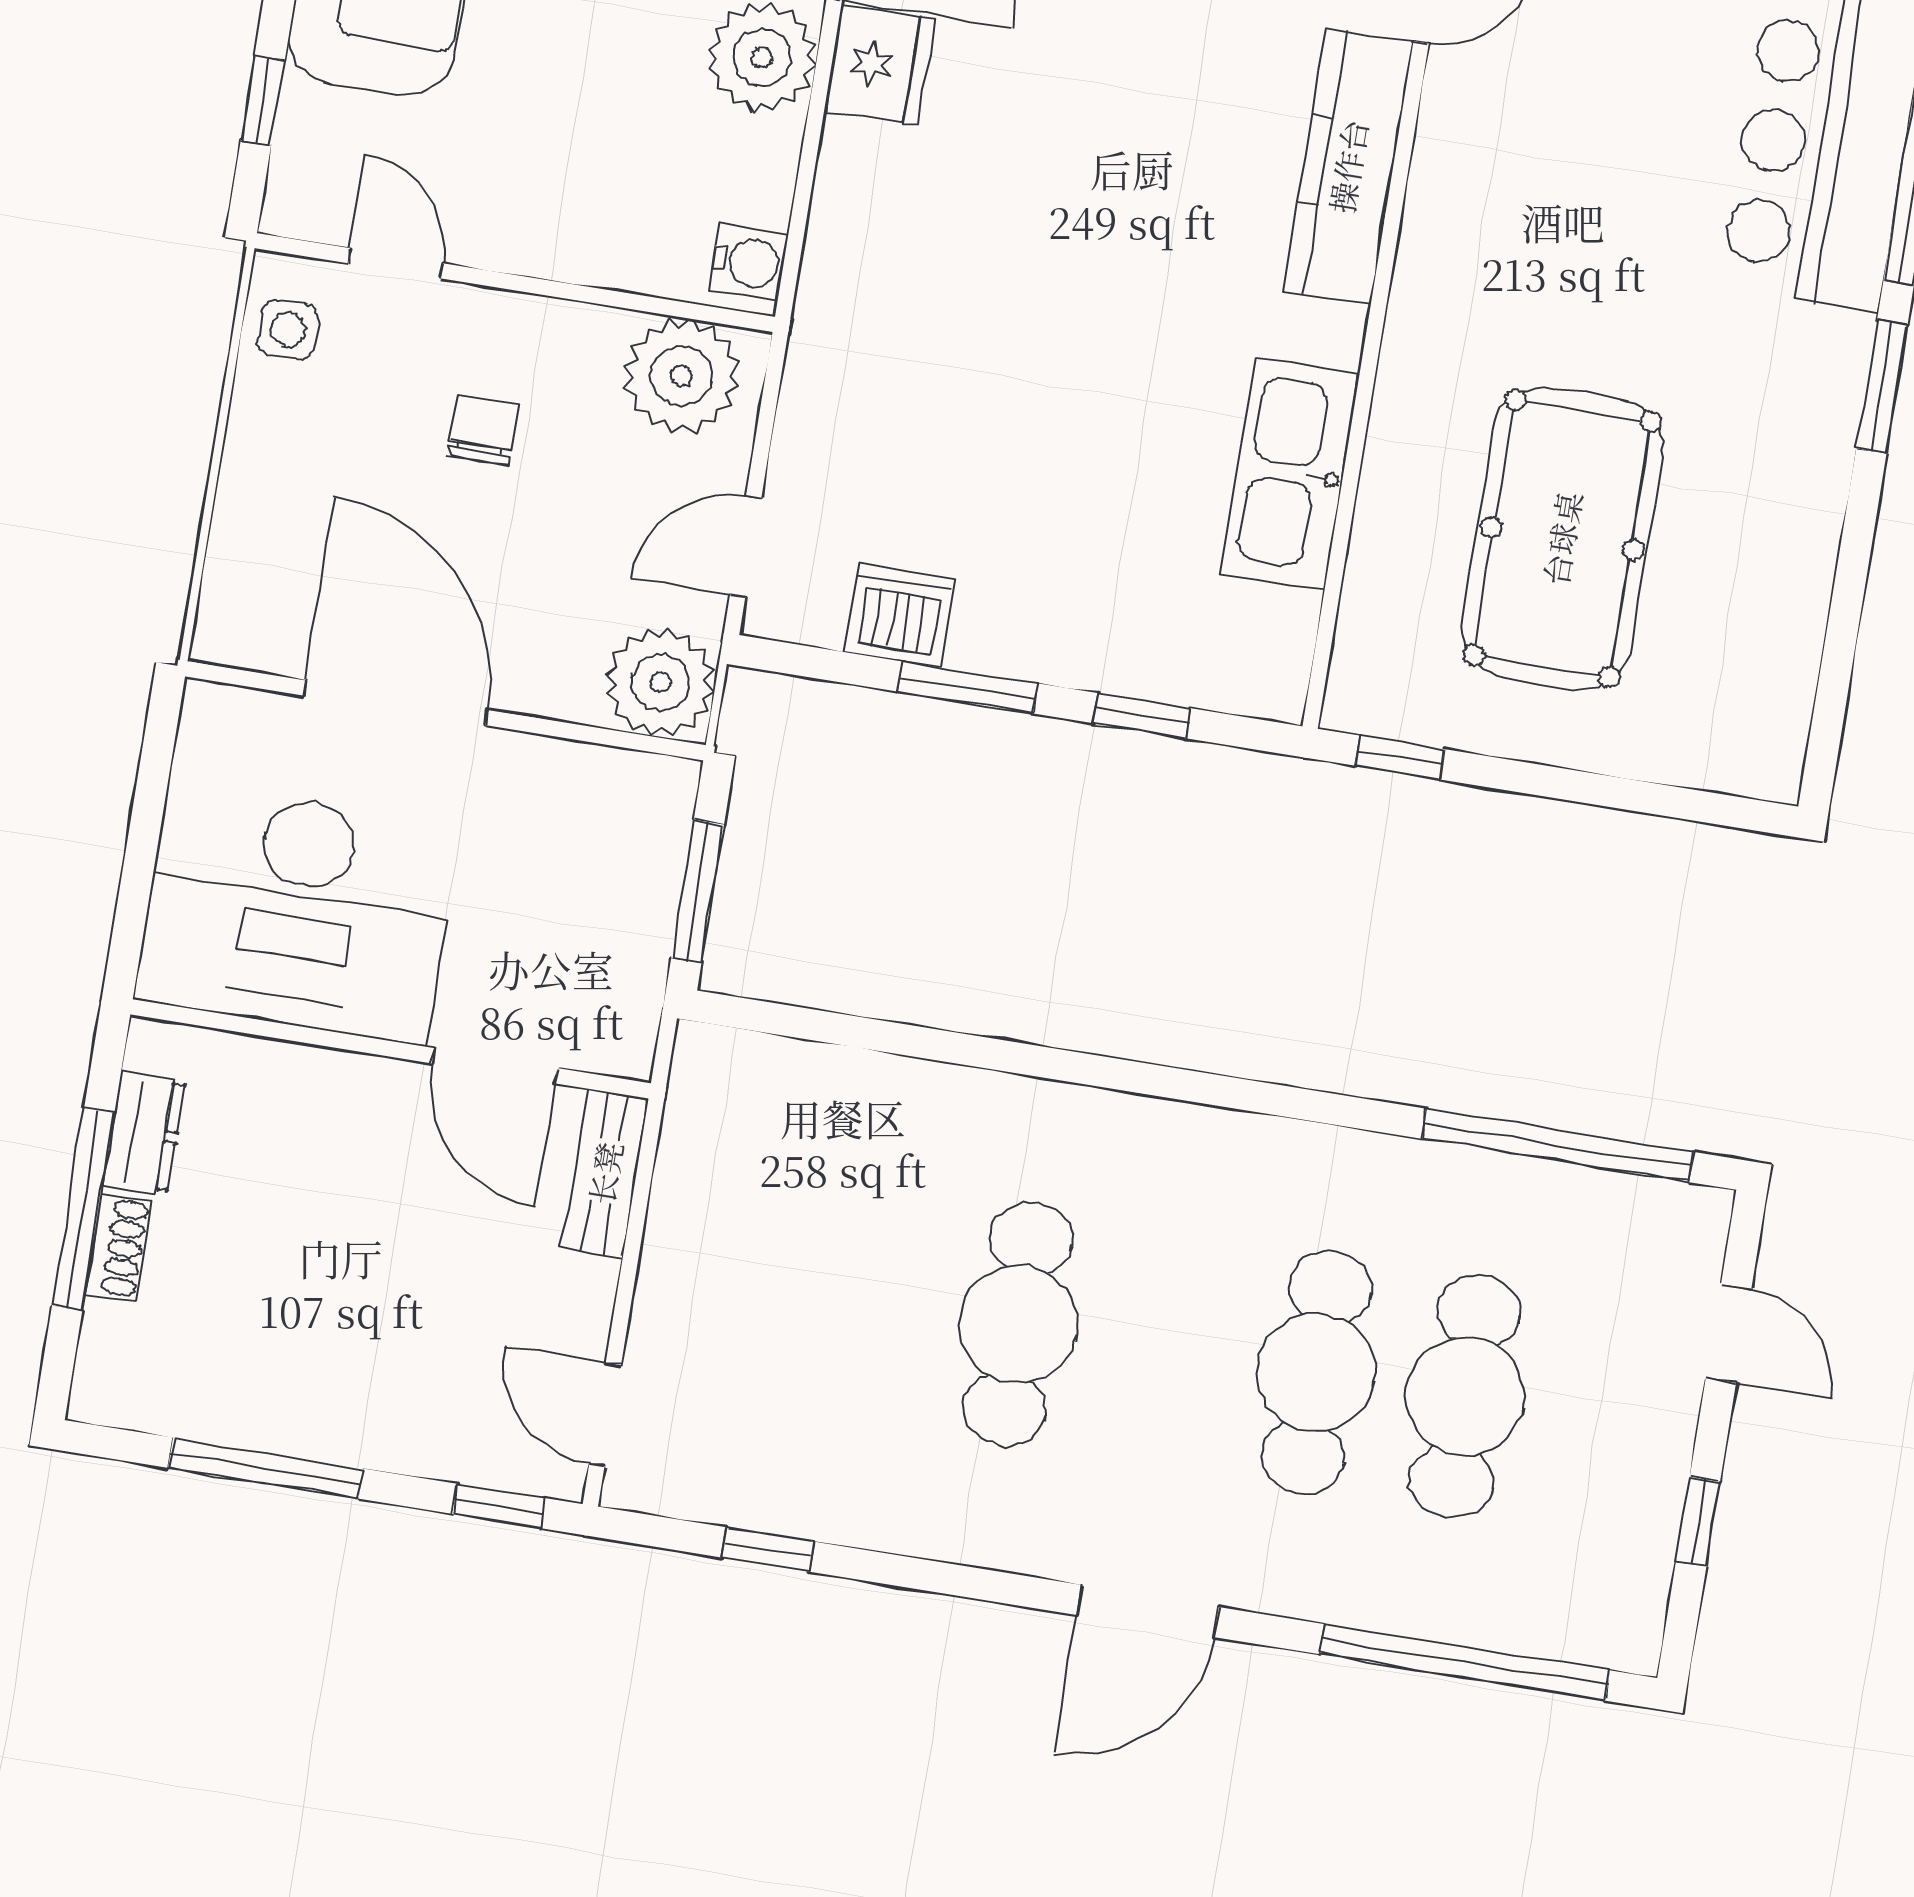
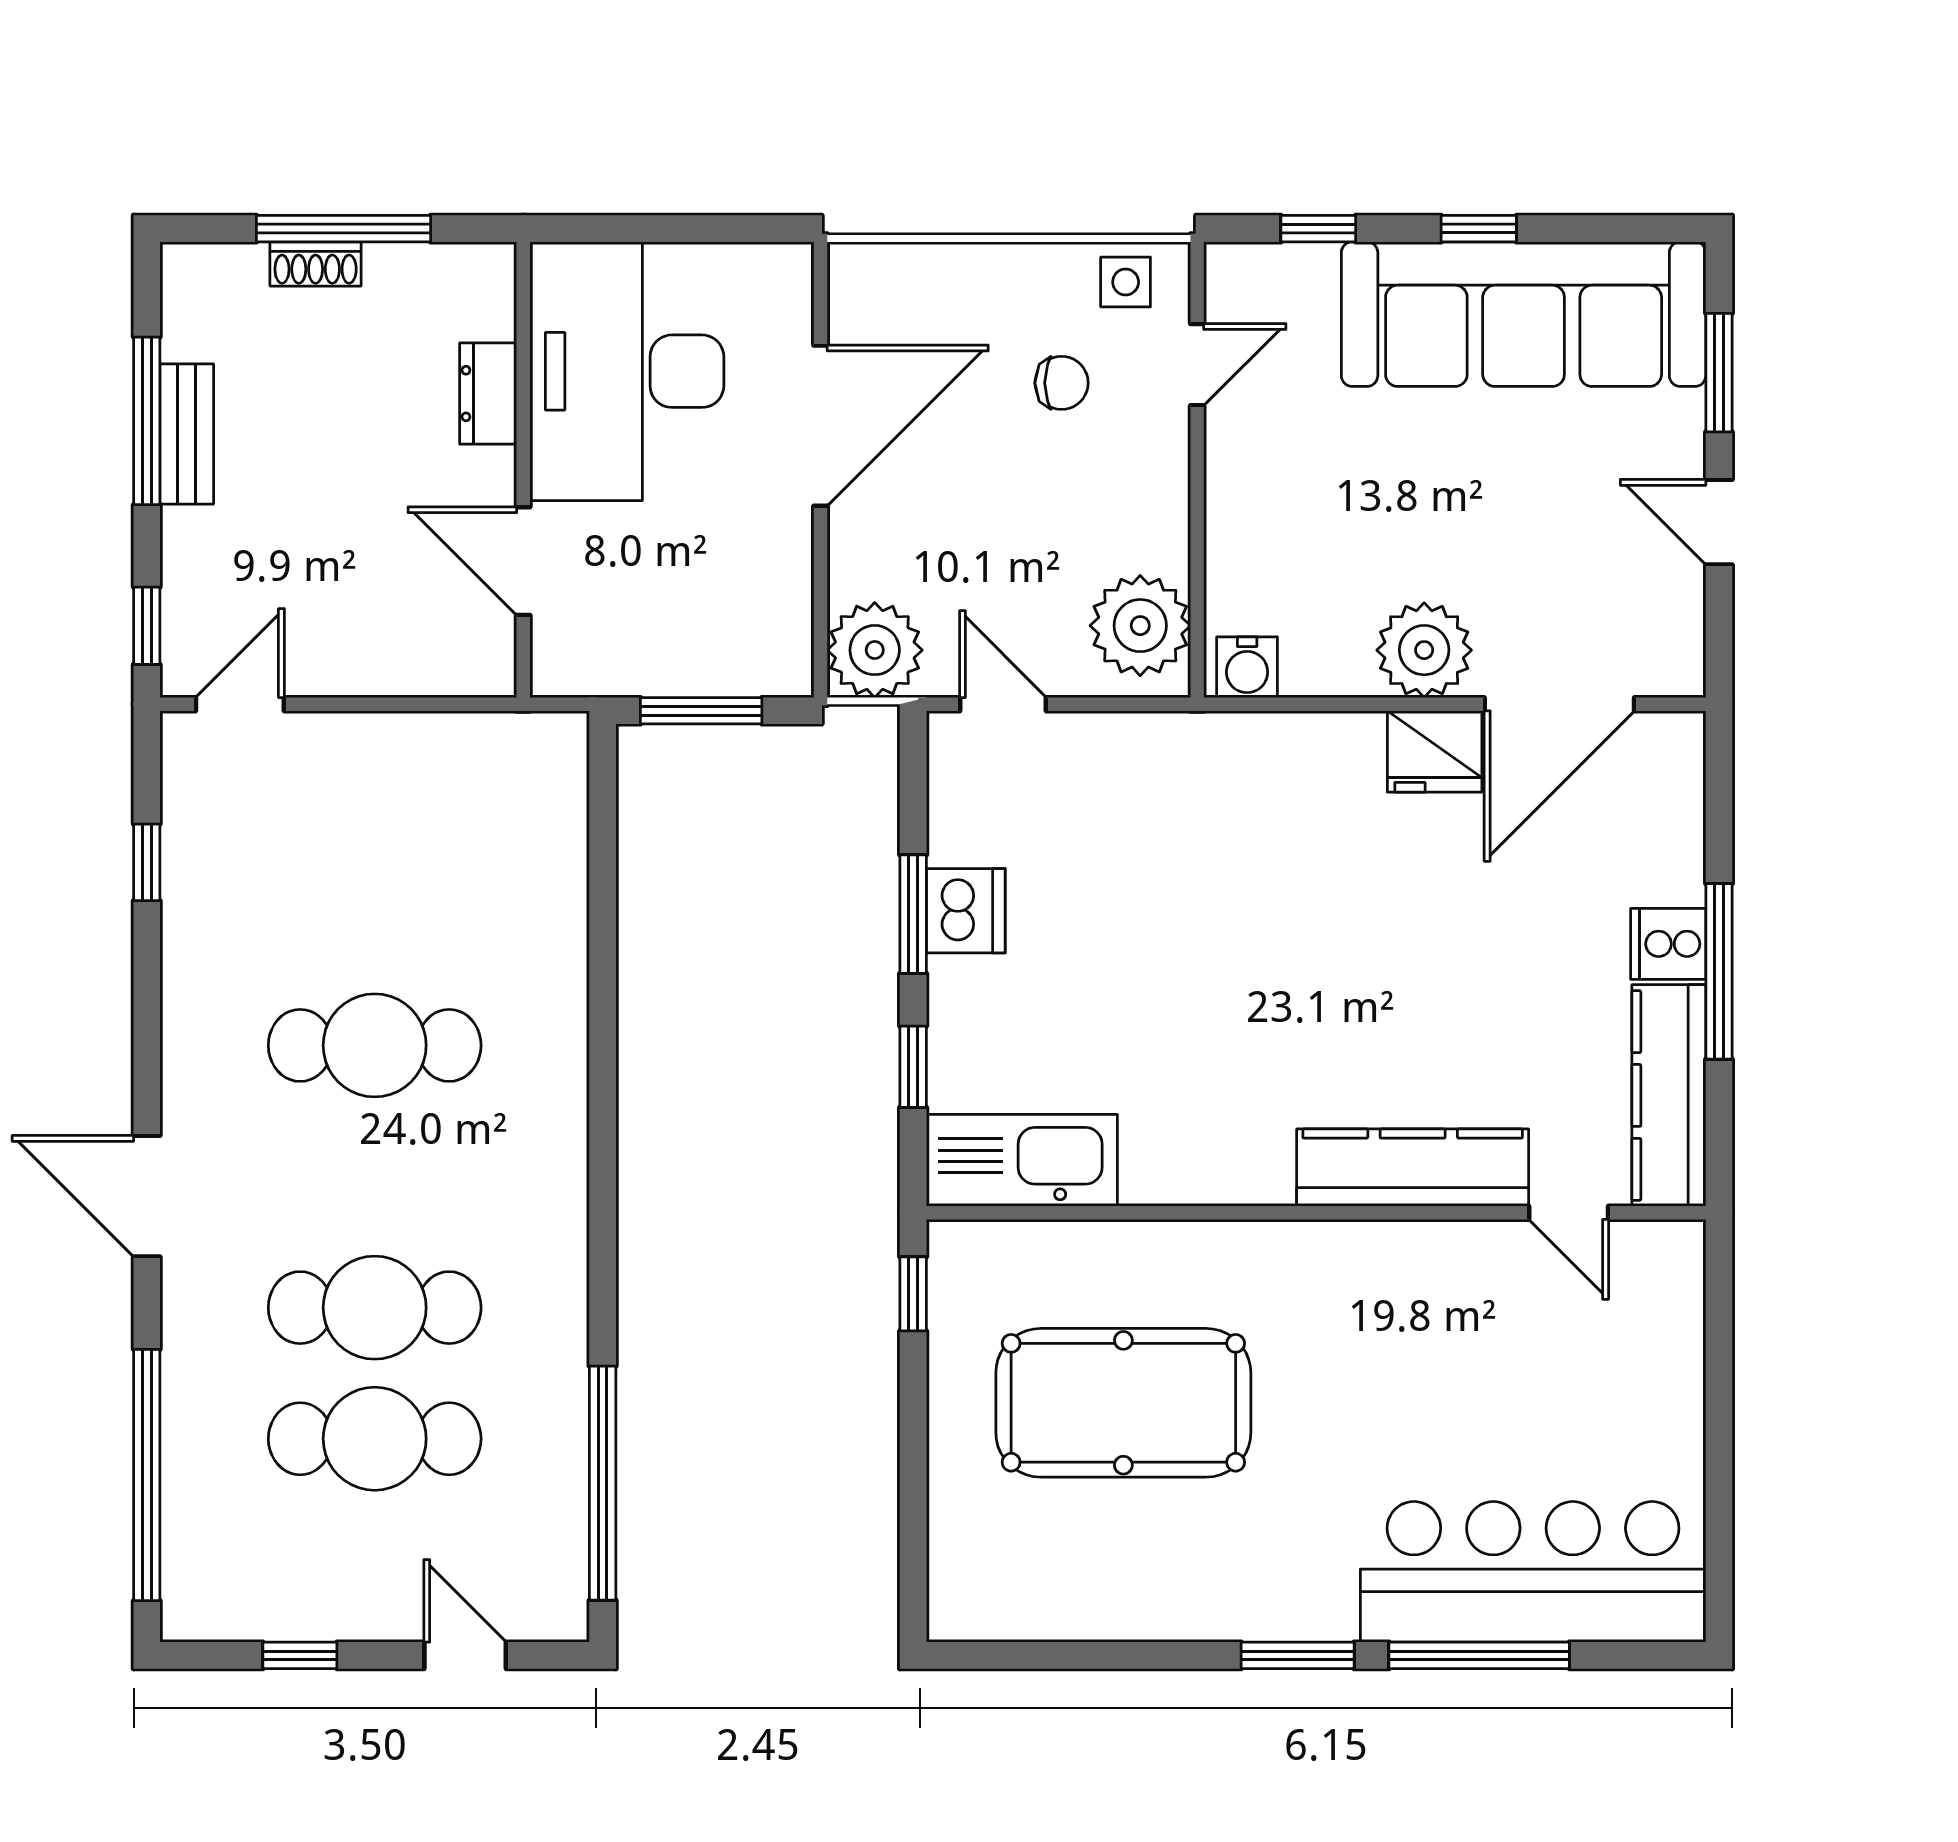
chair: (483, 430) -> (1062, 383), moved
kitchen sink: (1290, 473) -> (1022, 1160), moved
dishwasher: (900, 615) -> (966, 911), moved
door: (495, 1066) -> (523, 561), hinge flipped
dresser: (144, 1133) -> (488, 394), moved, turned 90
bench: (605, 1173) -> (187, 434), moved, turned 90
door: (1728, 1334) -> (465, 1655), swing flipped

